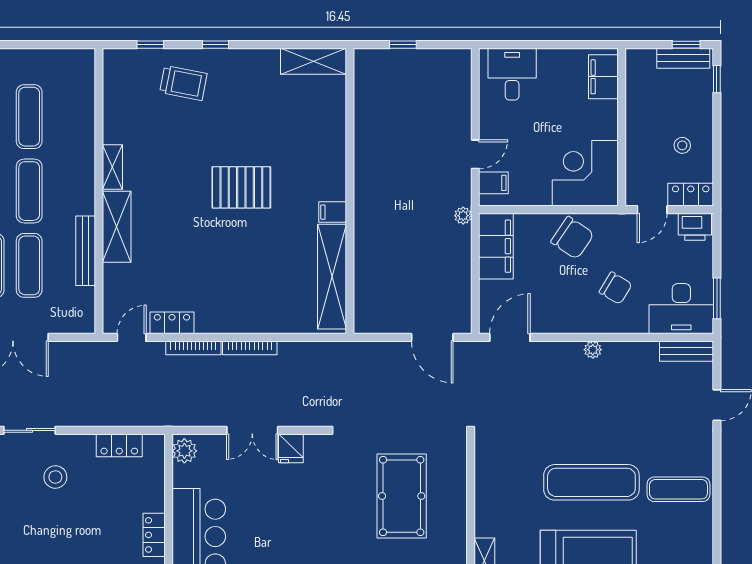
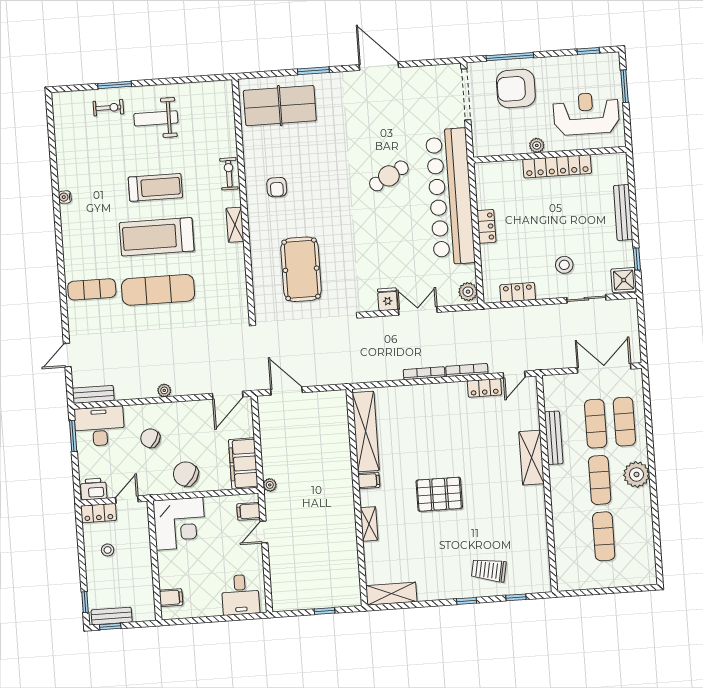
filing cabinet: (603, 77) -> (171, 598), width x0.50
shelving: (112, 167) -> (369, 524), moved

